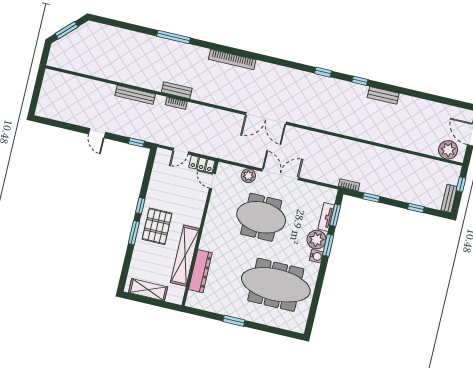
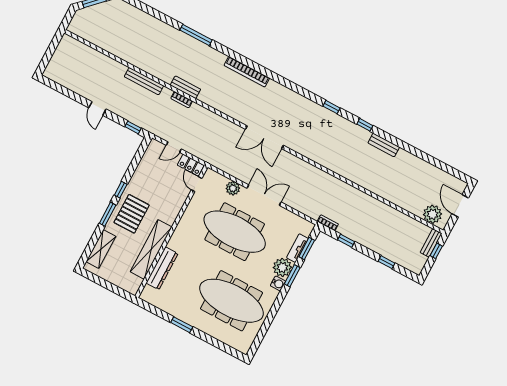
bench: (449, 198) -> (431, 243), moved
meeting table: (261, 217) -> (235, 232), width x1.36
shelving: (148, 290) -> (101, 249), moved, turned 90

